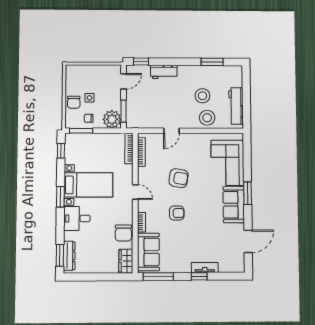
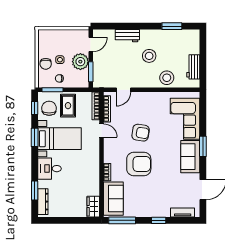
window: (141, 62) -> (107, 26), removed
stool: (202, 96) -> (149, 56), moved
workbench: (236, 106) -> (193, 67), width x0.73
plant: (112, 119) -> (80, 62), moved
door: (172, 131) -> (123, 90), moved
rug: (98, 148) -> (68, 106), added
door: (135, 192) -> (102, 131), moved
window: (60, 197) -> (35, 137), moved
armchair: (177, 213) -> (139, 164), width x1.88, depth x1.88
chair: (123, 233) -> (49, 108), moved, turned 180
window: (60, 255) -> (35, 190), moved
tv unit: (205, 268) -> (183, 213), moved

